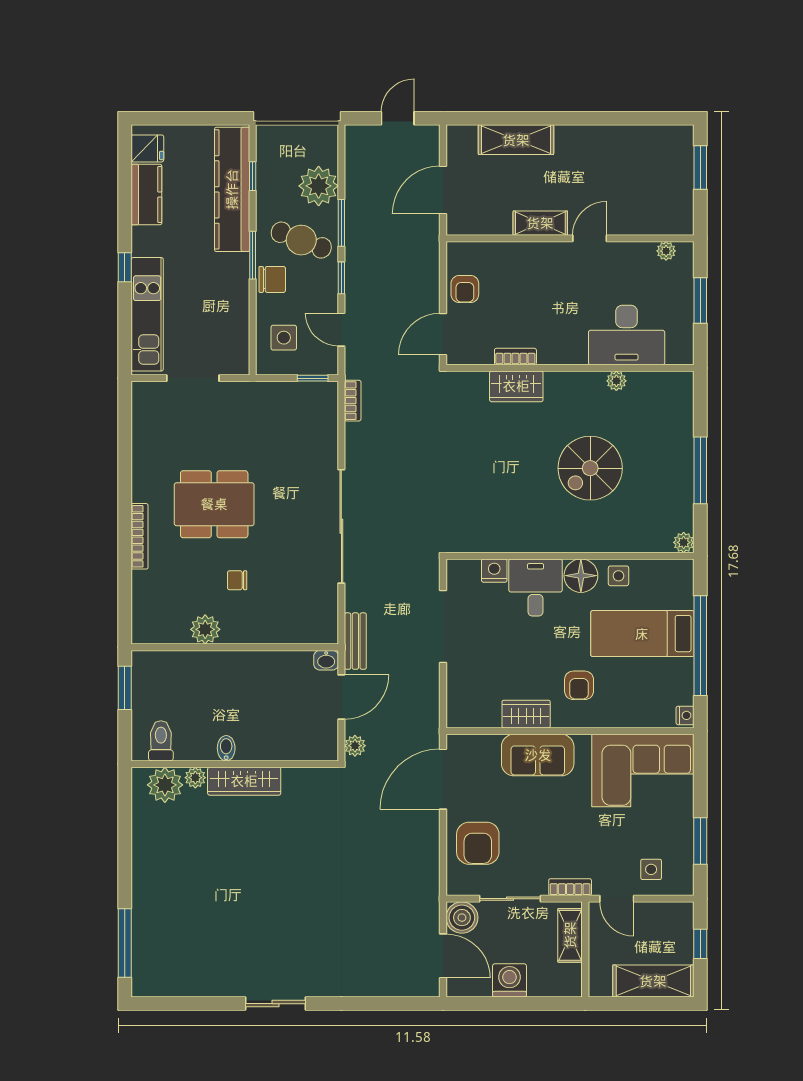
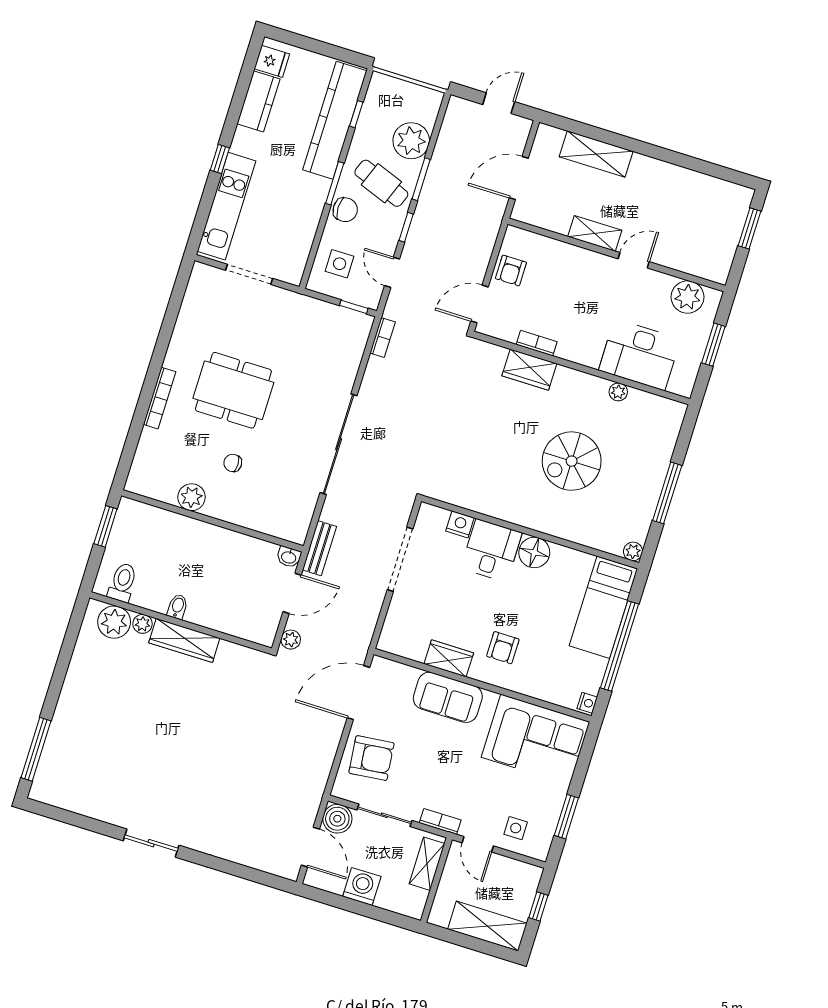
plant: (666, 251) -> (688, 297), width x1.88, depth x1.88
side table: (618, 576) -> (567, 563), removed
bed: (642, 634) -> (603, 607), moved, turned -90
armchair: (478, 843) -> (371, 758), turned -96

